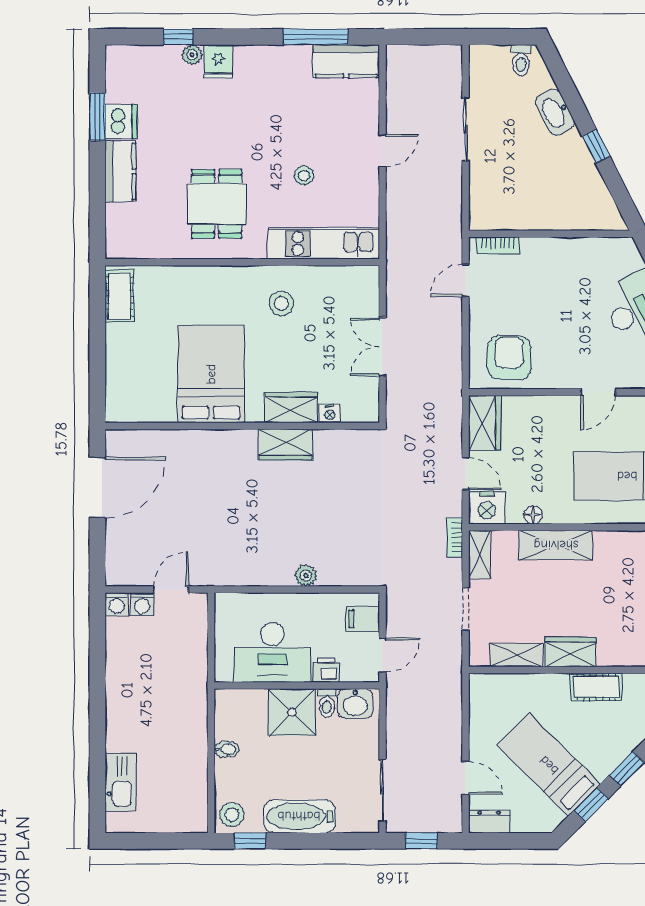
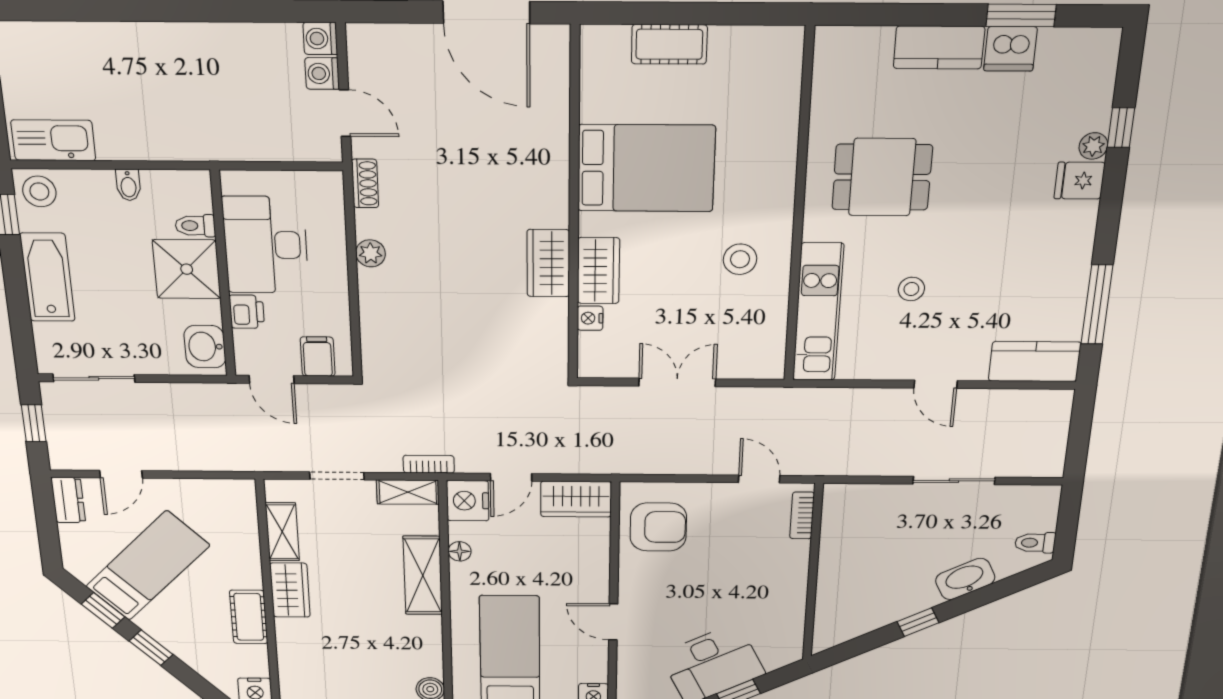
kitchen counter: (346, 61) -> (1035, 361), moved, turned 90
cot: (119, 296) -> (669, 44), moved
plant: (306, 576) -> (371, 253), moved
shoe rack: (224, 577) -> (365, 183), added
toilet: (327, 703) -> (195, 226), moved
kitchen sink: (120, 782) -> (53, 140), moved, turned 180

